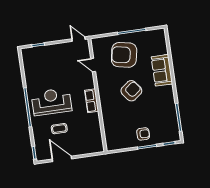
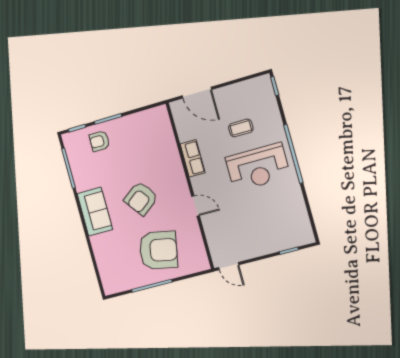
door: (93, 65) -> (196, 206), moved
sofa: (162, 70) -> (95, 212), moved
row of seats: (92, 101) -> (193, 158), moved
armchair: (143, 134) -> (99, 141), moved
door: (62, 159) -> (197, 93), moved

